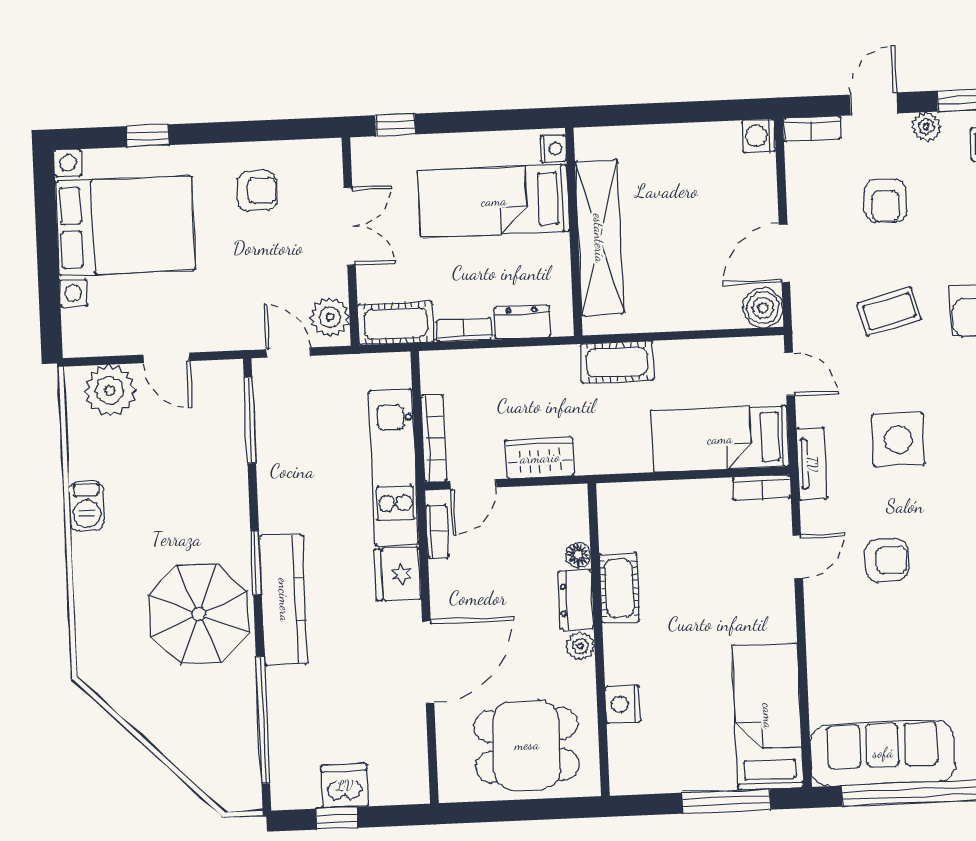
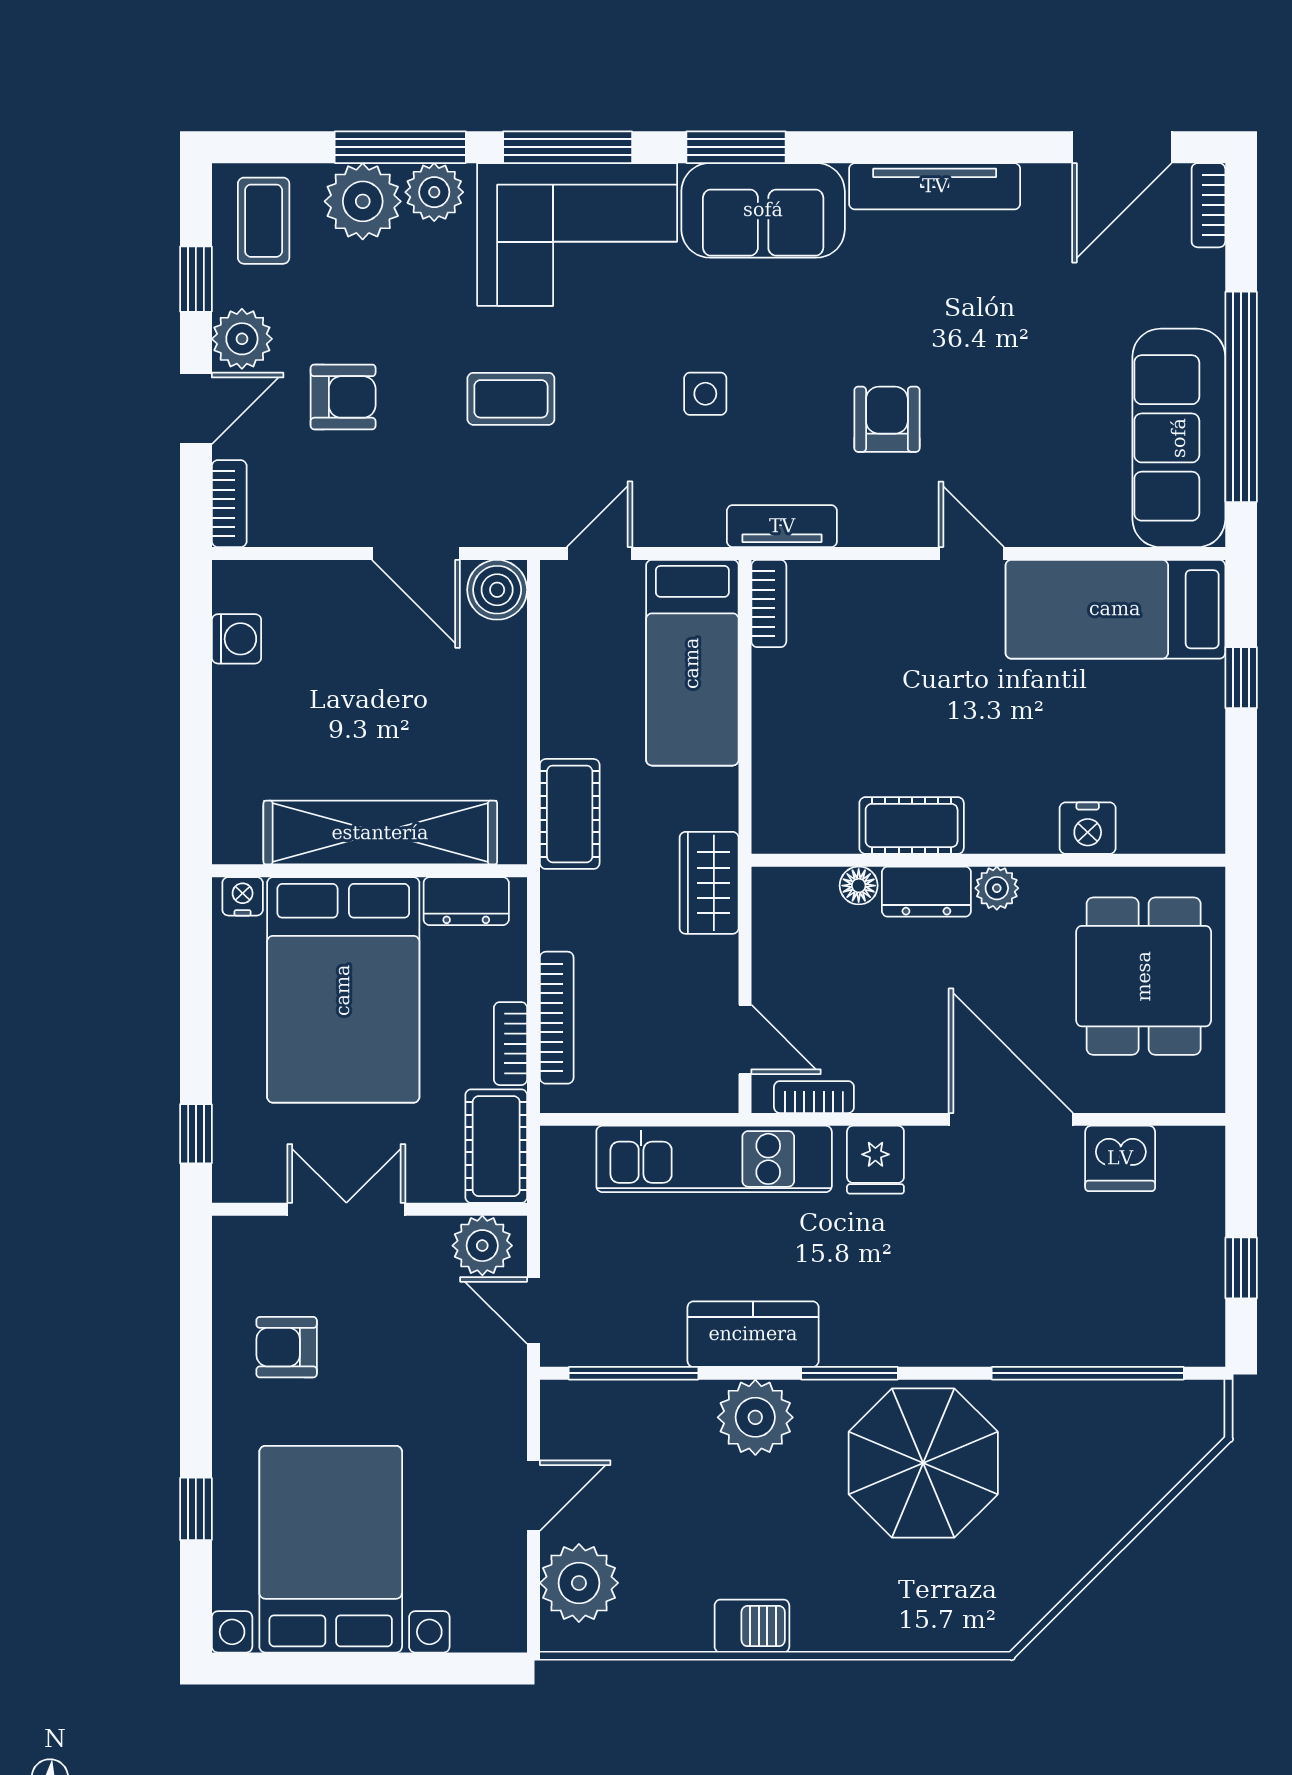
door: (874, 104) -> (196, 408), swing flipped
plant: (926, 127) -> (242, 339), width x1.38, depth x1.38
washing machine: (759, 136) -> (237, 639), moved, turned -90
armchair: (257, 191) -> (287, 1347), turned -90
bed: (494, 201) -> (343, 990), width x1.50
coffee table: (889, 311) -> (511, 399), turned -76
dresser: (522, 322) -> (466, 901), moved, turned -90
door: (288, 353) -> (533, 1311), hinge flipped
bookcase: (434, 438) -> (557, 1018), moved, turned 90
side table: (898, 440) -> (705, 394), width x0.54, depth x0.54
wardrobe: (540, 458) -> (709, 883), moved
tv unit: (812, 464) -> (782, 526), moved
plant: (224, 502) -> (755, 1417), added
door: (798, 557) -> (971, 553), moved
fridge: (398, 574) -> (875, 1160), width x0.72
kitchen counter: (284, 600) -> (753, 1334), moved, width x0.67
dishwasher: (345, 786) -> (1120, 1158), moved, turned -90
window: (726, 801) -> (1241, 678), width x0.46

